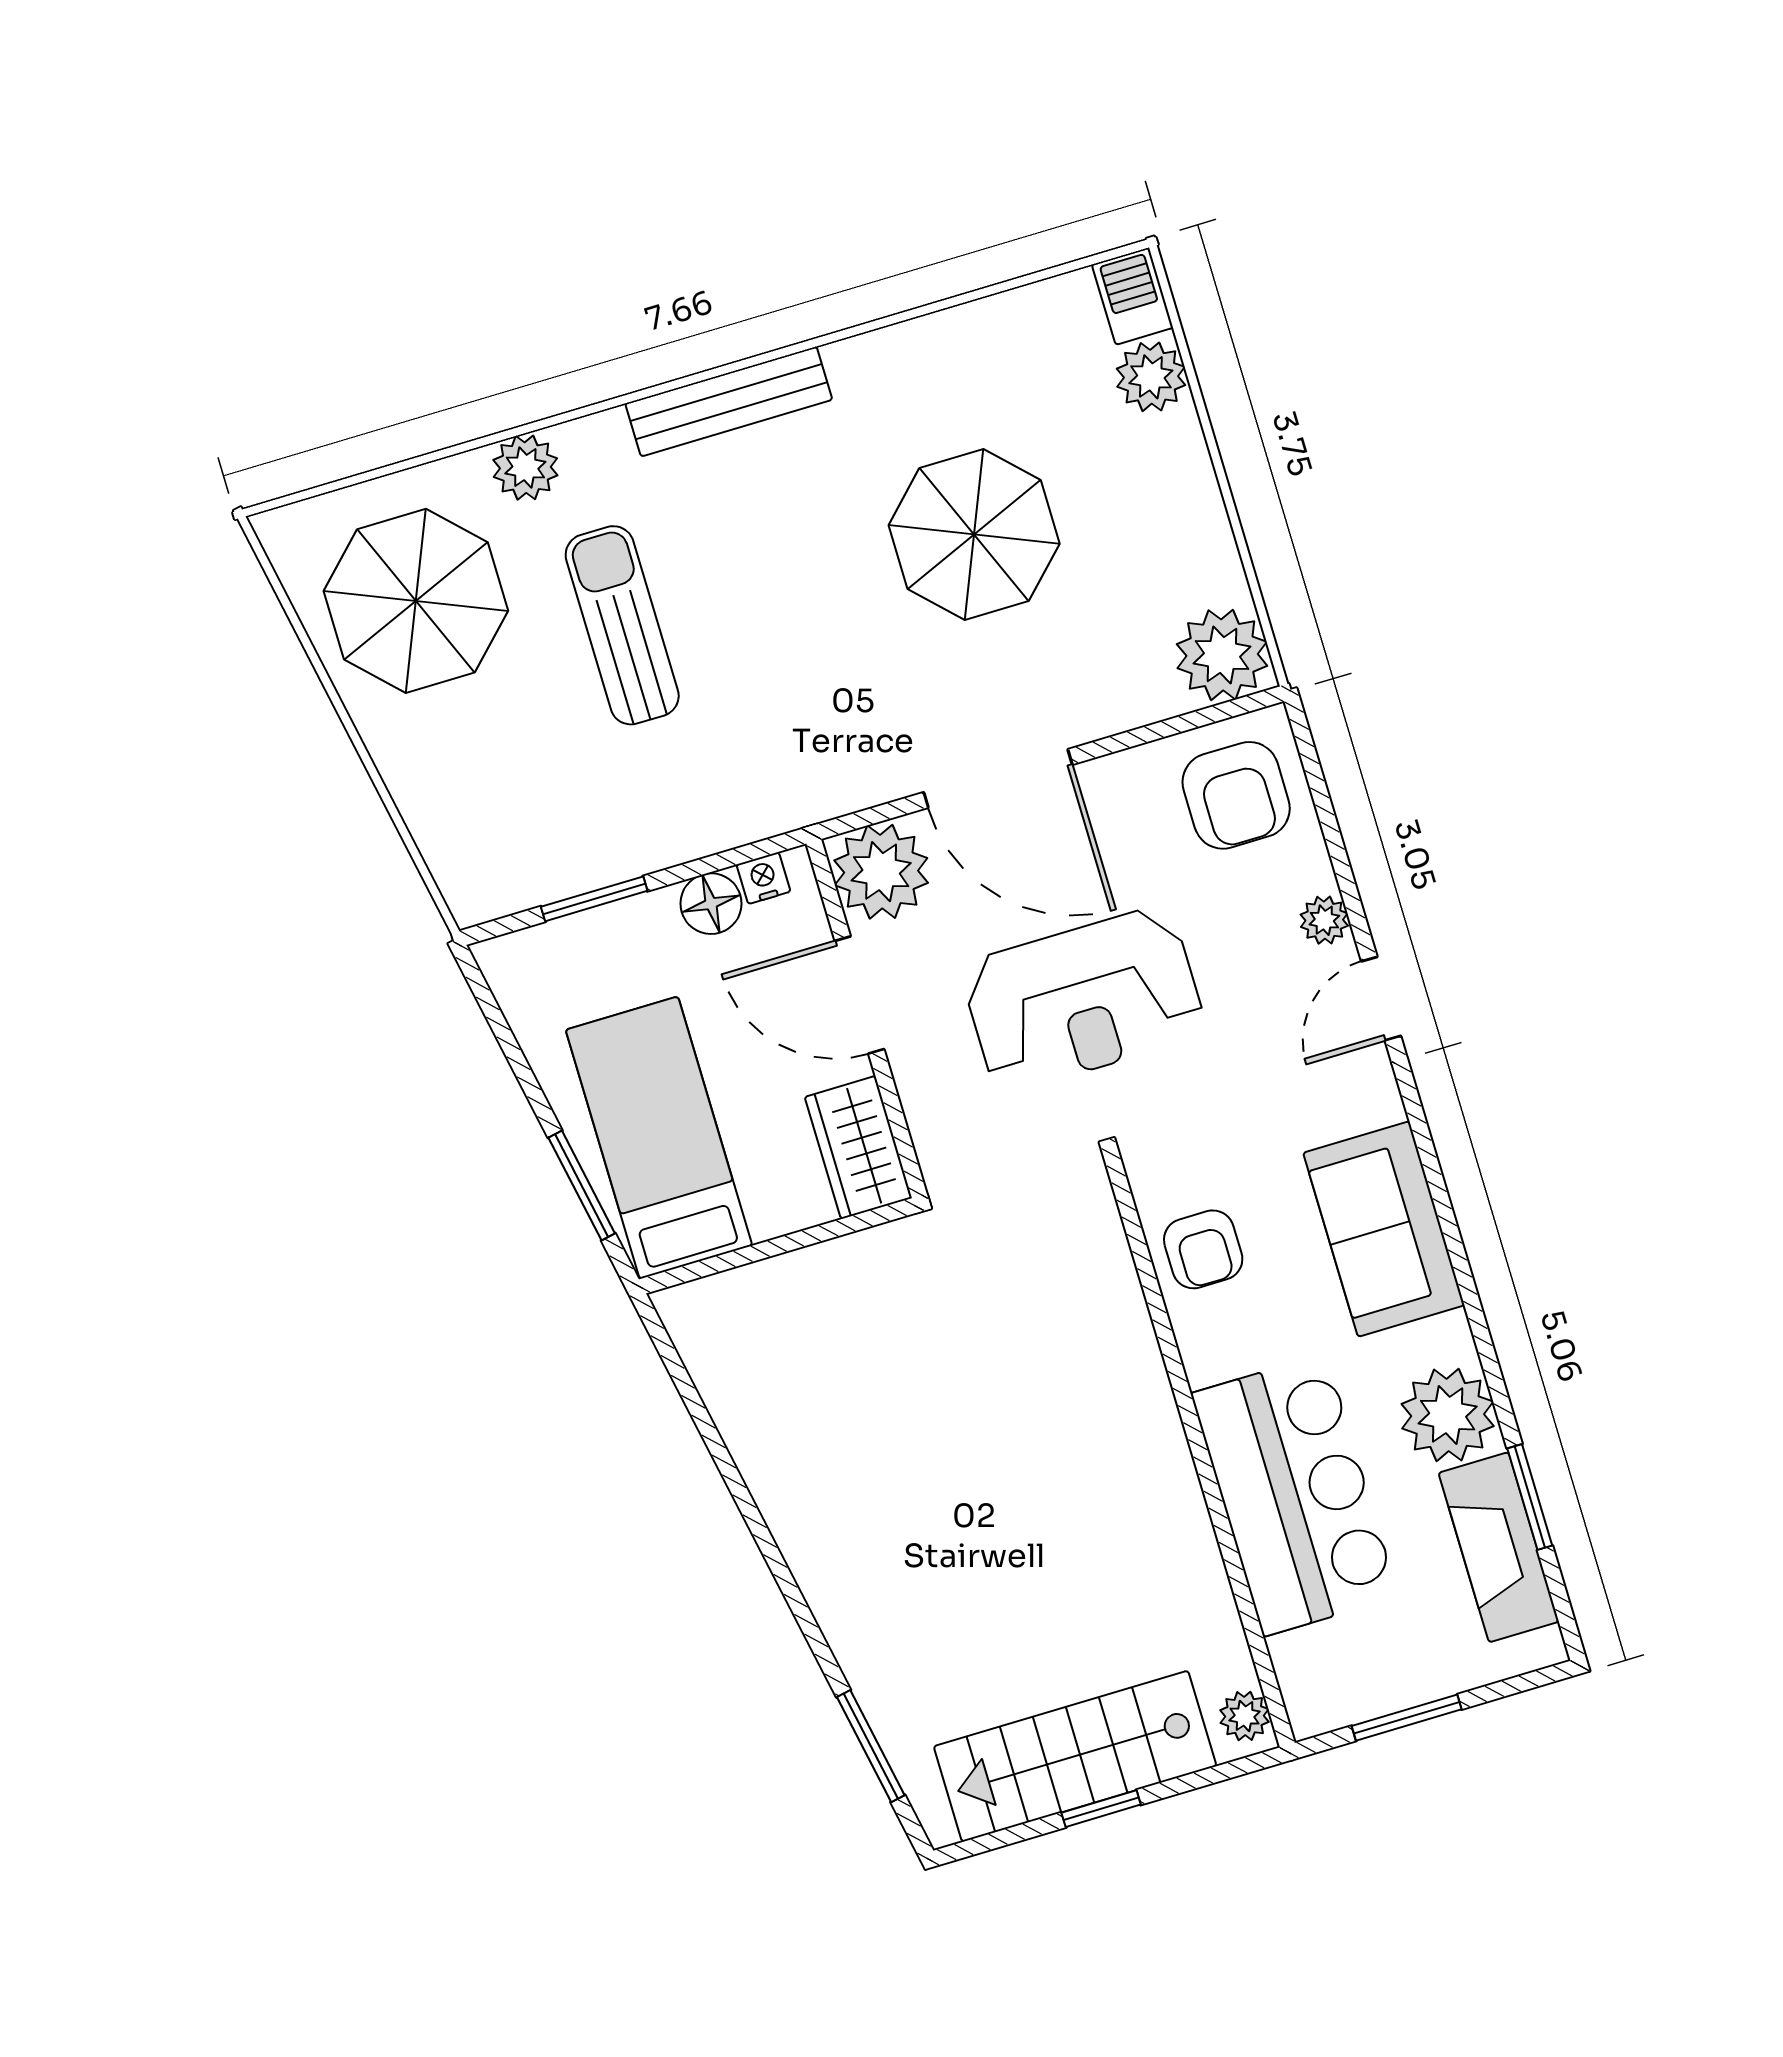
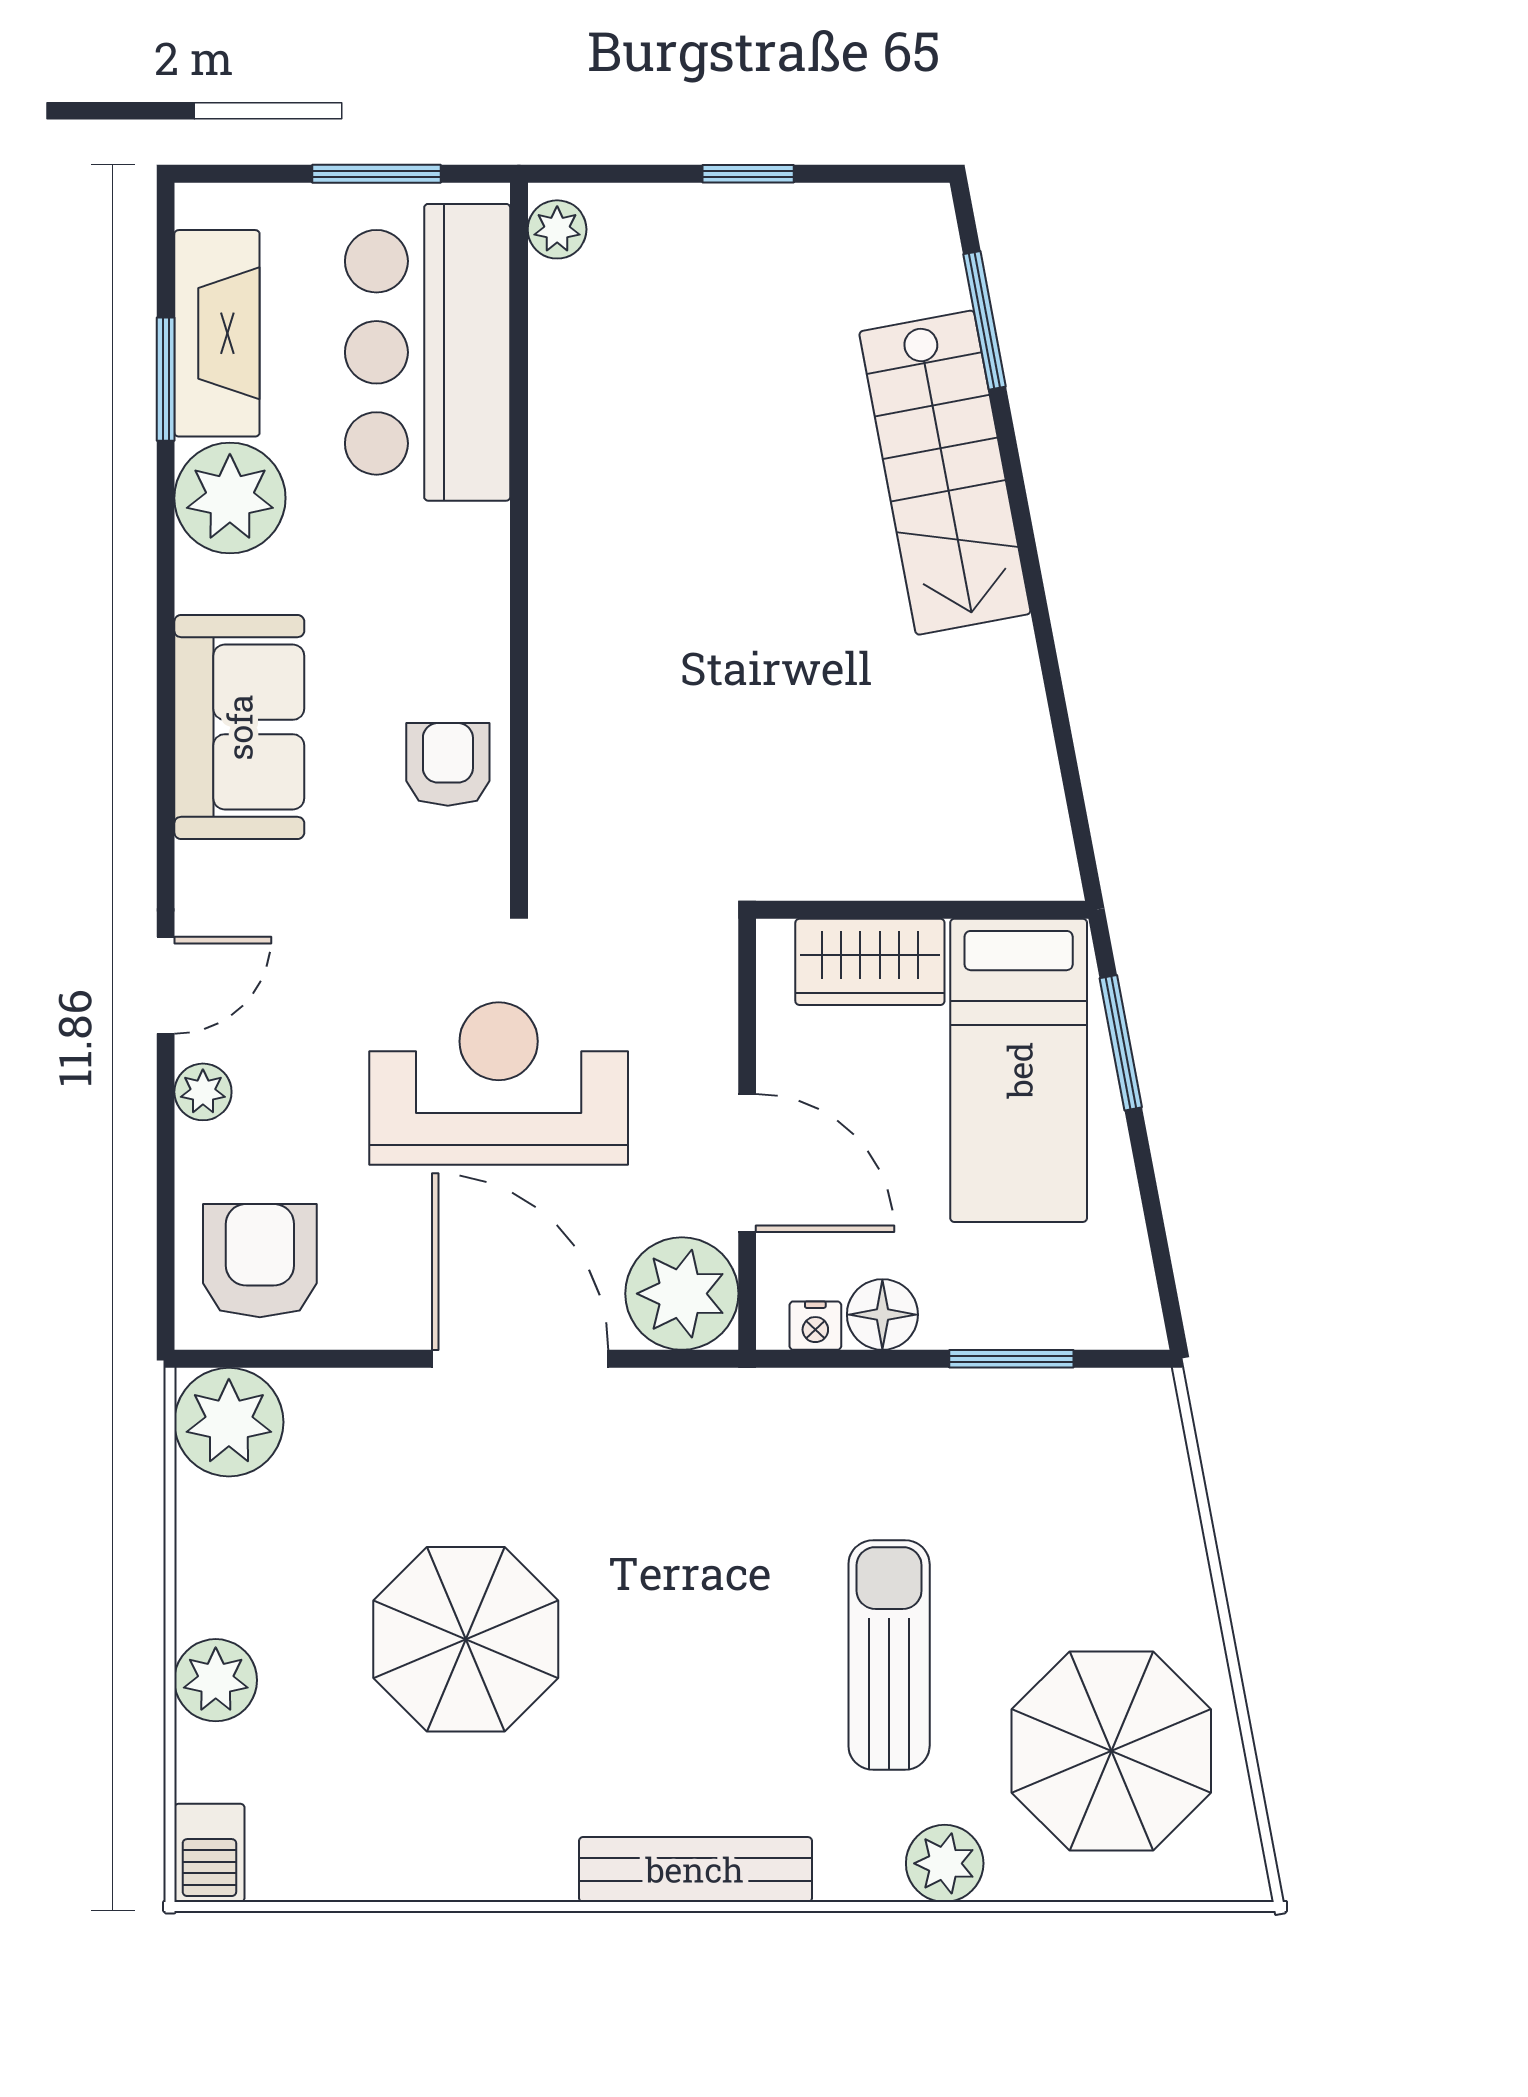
plant: (1151, 377) -> (216, 1680), moved
sun lounger: (622, 625) -> (889, 1655), turned 180
wardrobe: (858, 1147) -> (870, 962), moved, turned 90
bar counter: (1295, 1495) -> (428, 352), moved
stairs: (1075, 1756) -> (945, 473), moved, turned 79

